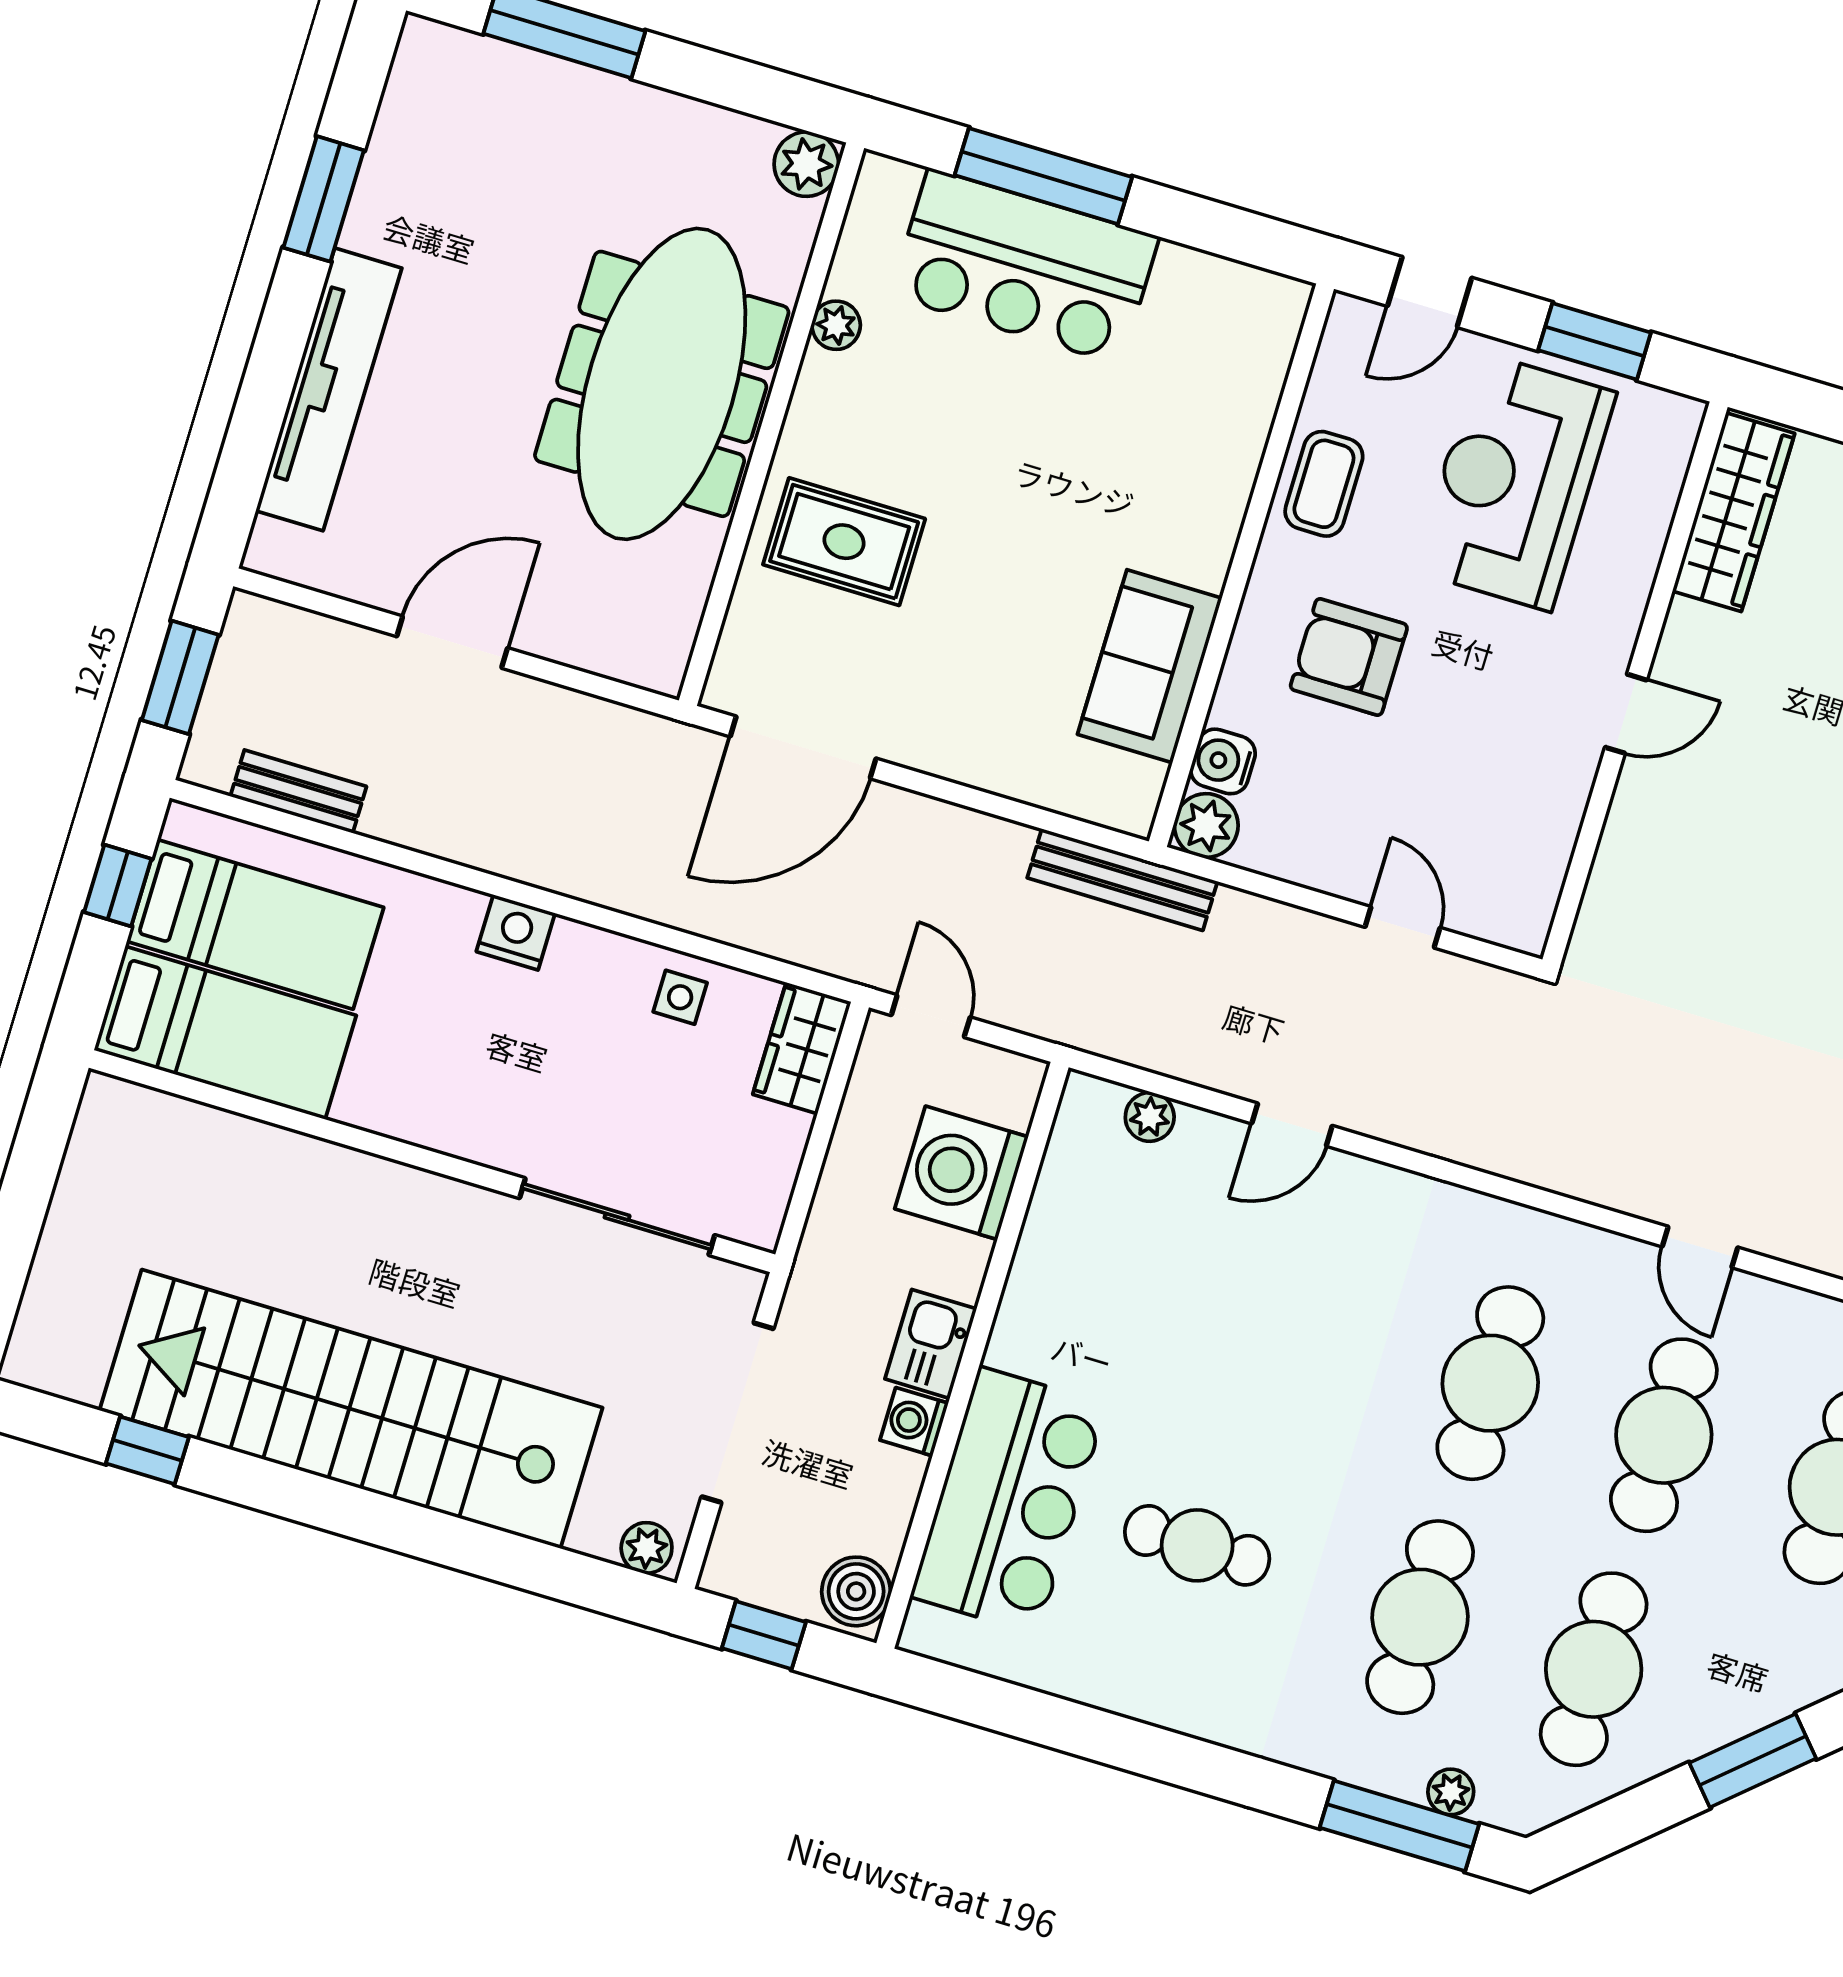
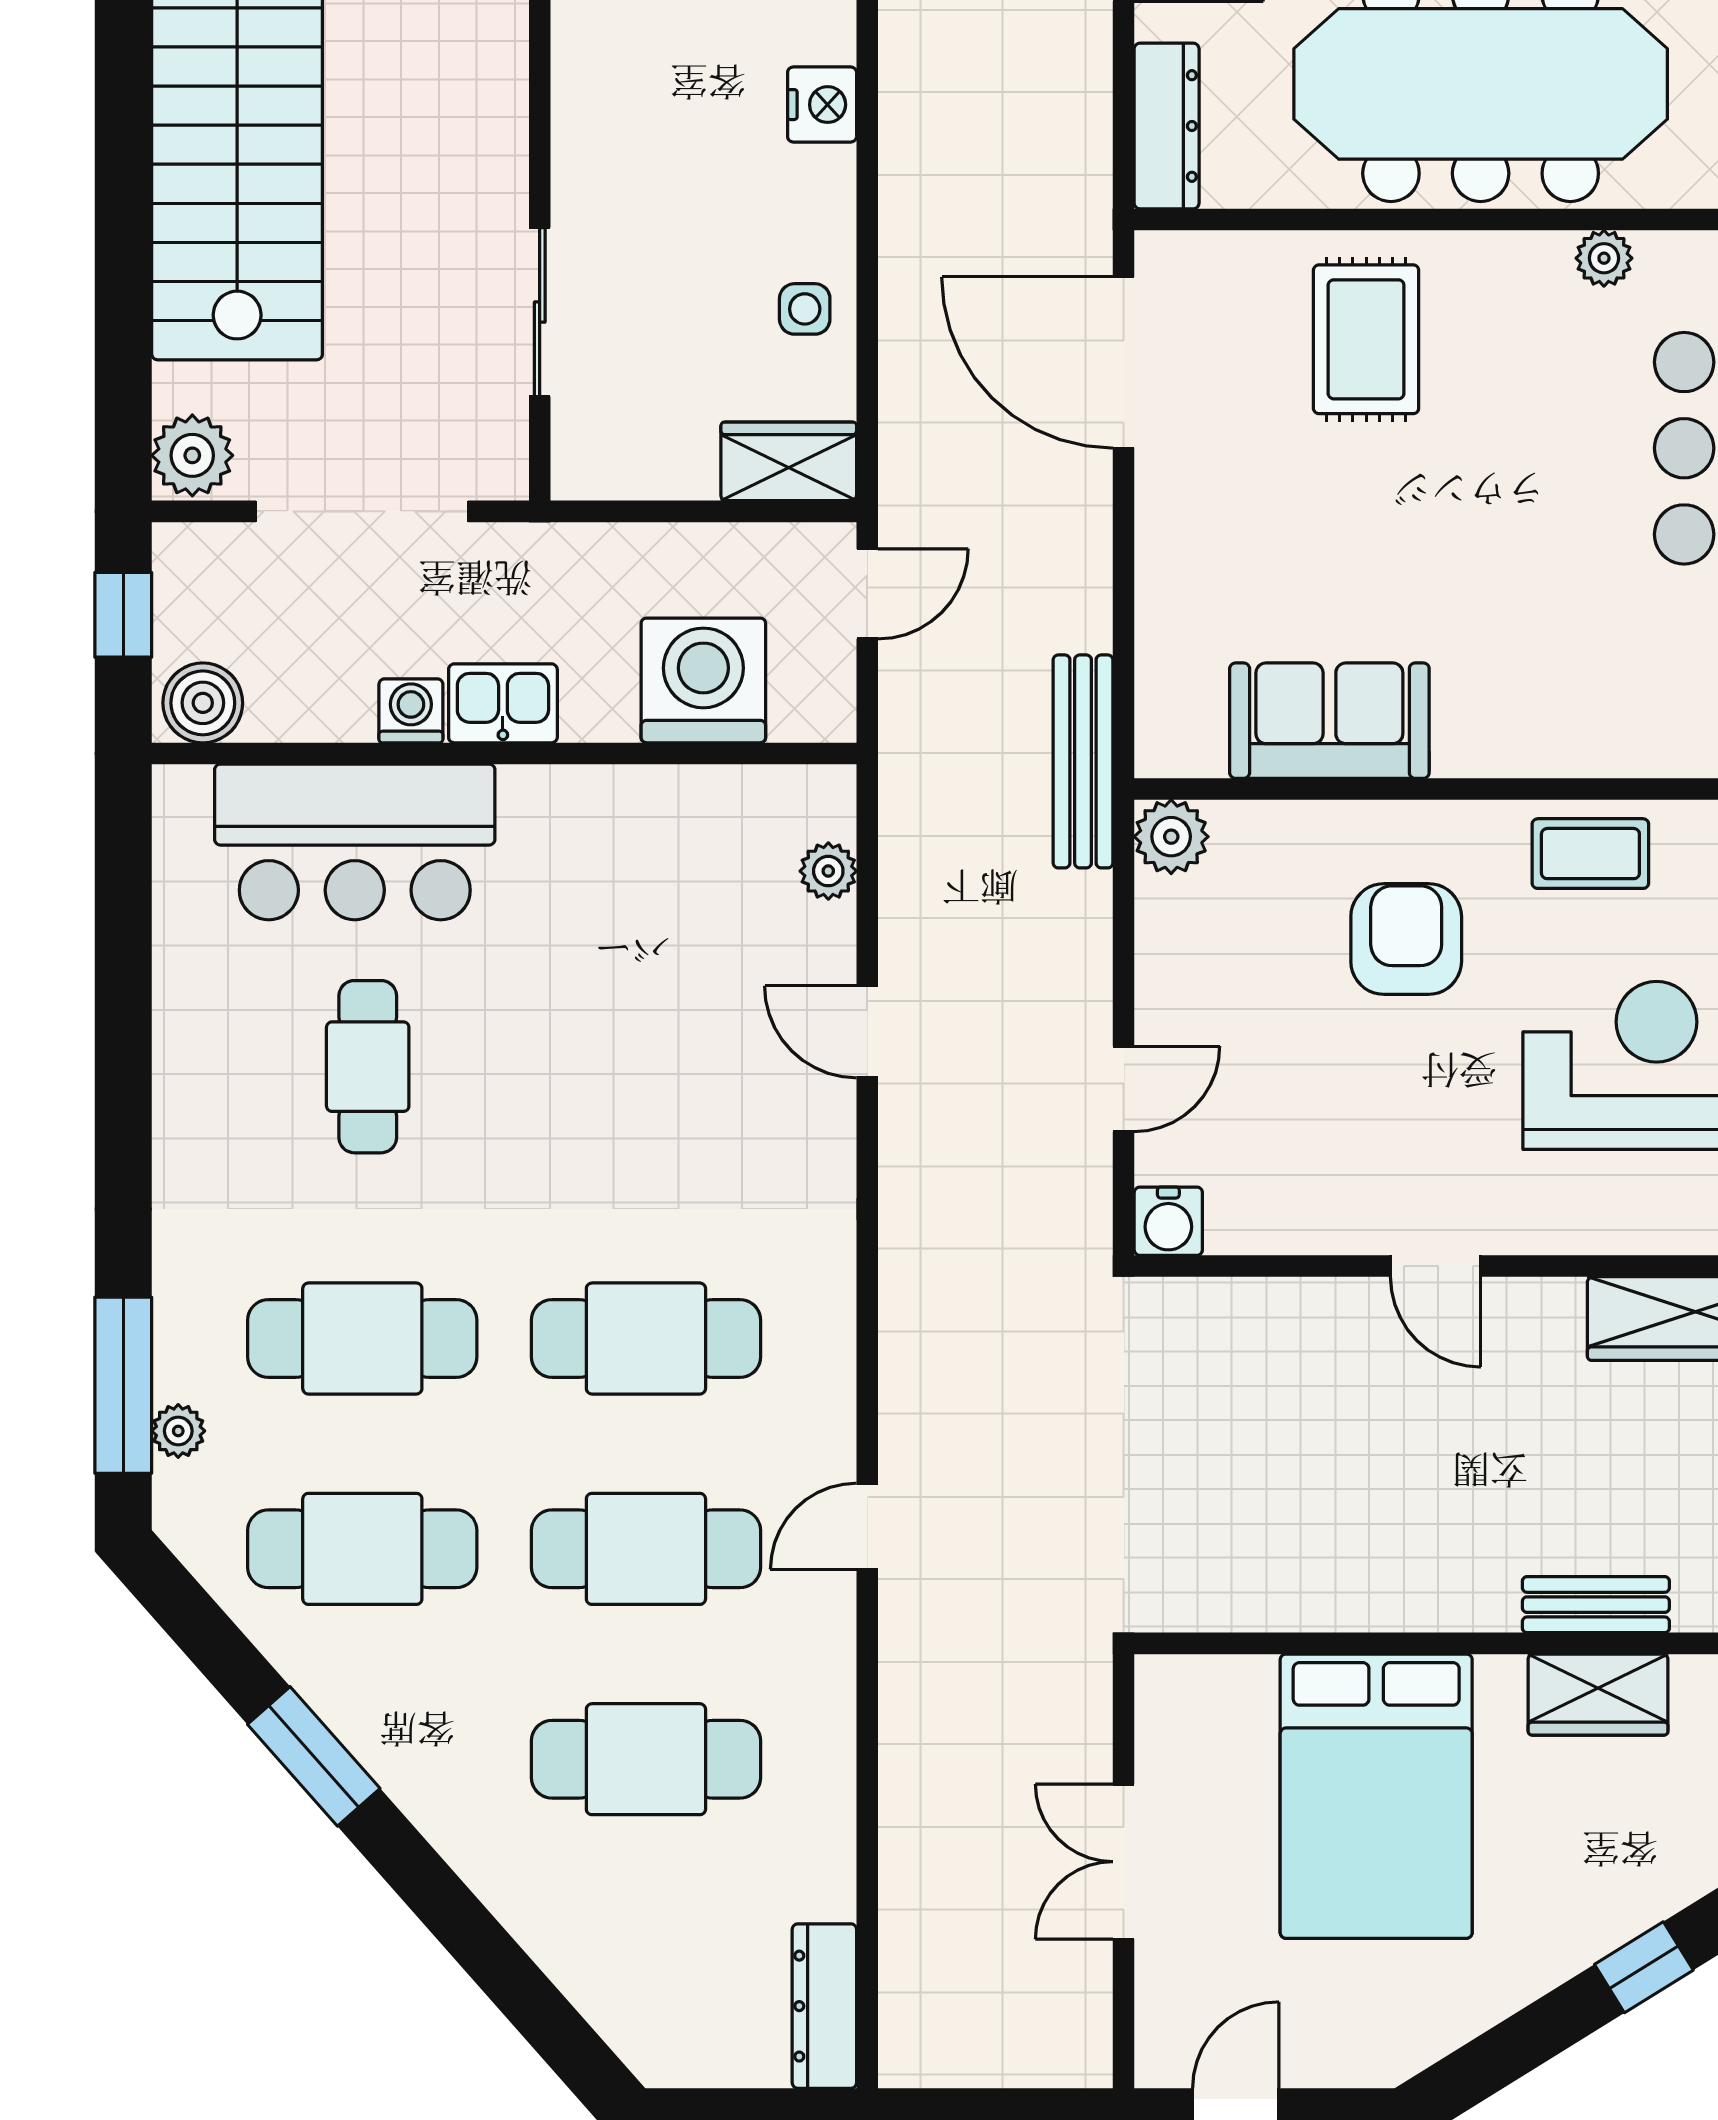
dresser: (619, 653) -> (1167, 126), added
water cooler: (1223, 761) -> (1168, 1221), moved, turned 180
sliding door: (617, 1217) -> (540, 312), width x0.73
plant: (647, 1548) -> (192, 455), width x1.38, depth x1.38

